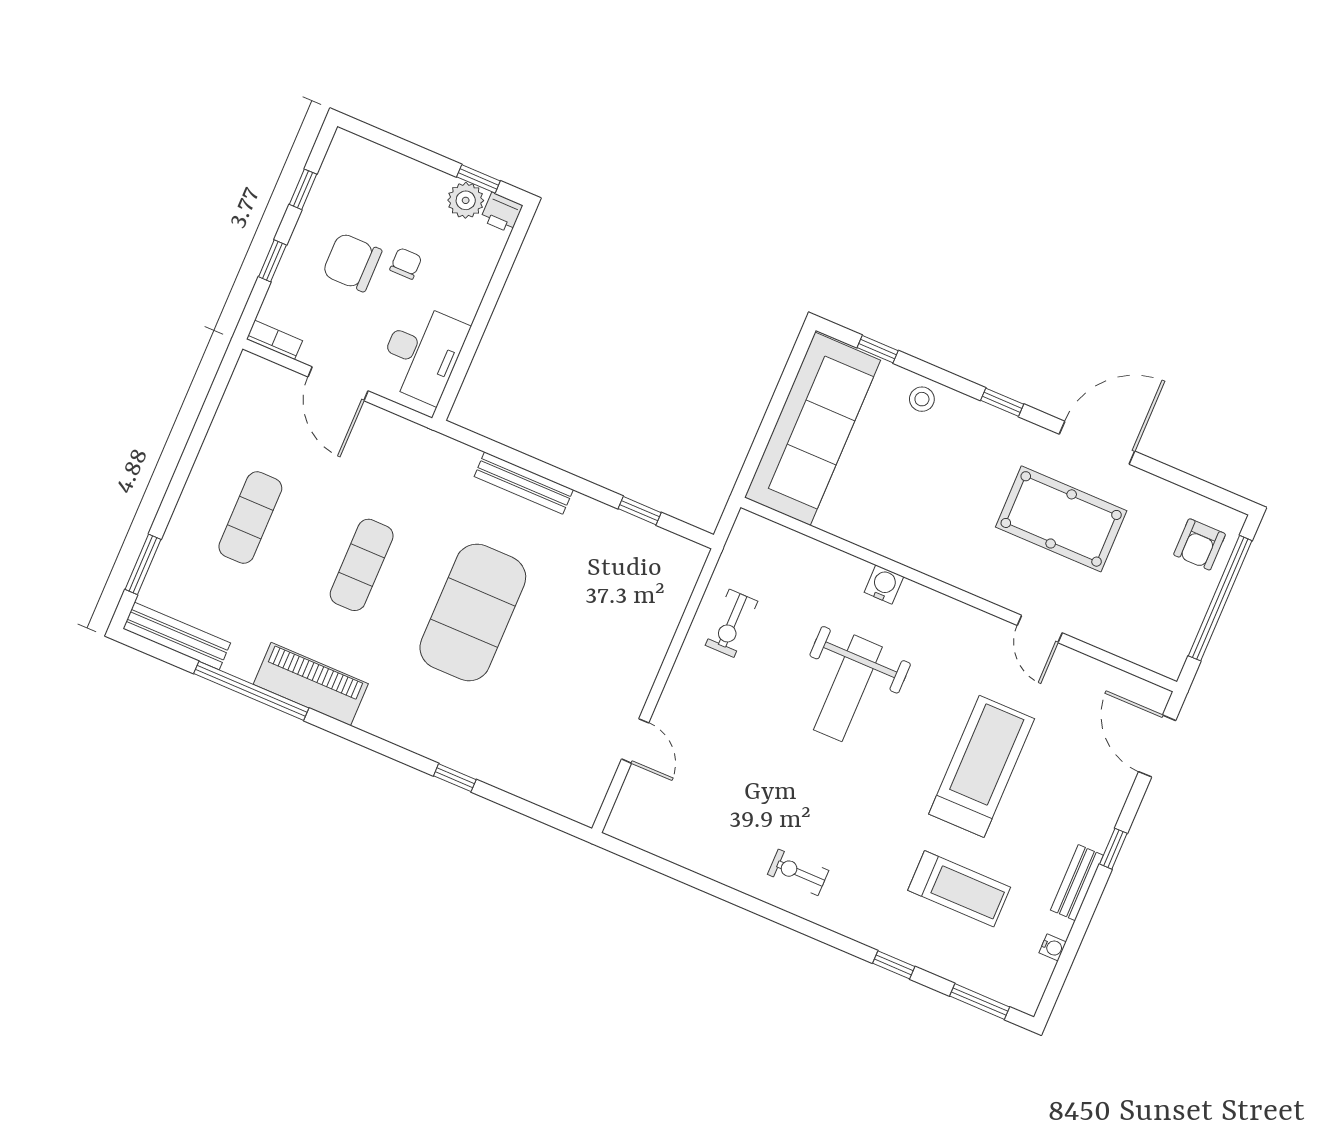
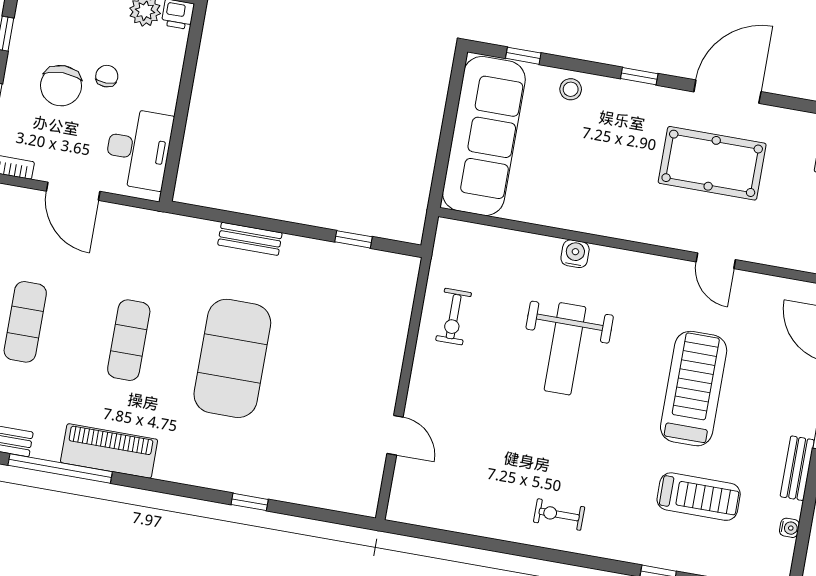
chair: (352, 262) -> (61, 86), turned -90
bench: (524, 483) -> (250, 239), width x0.73

